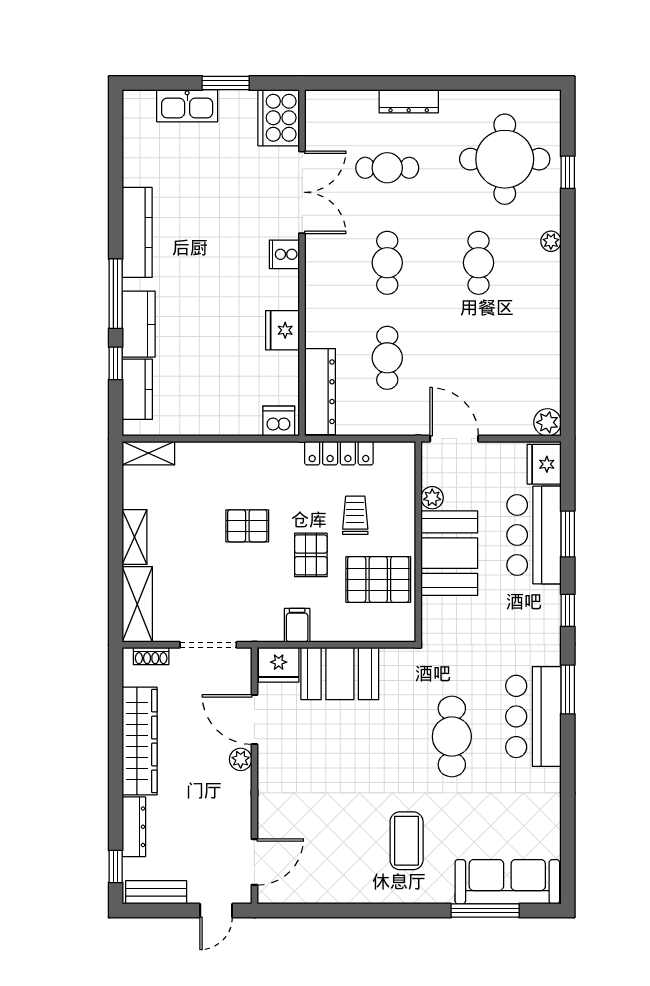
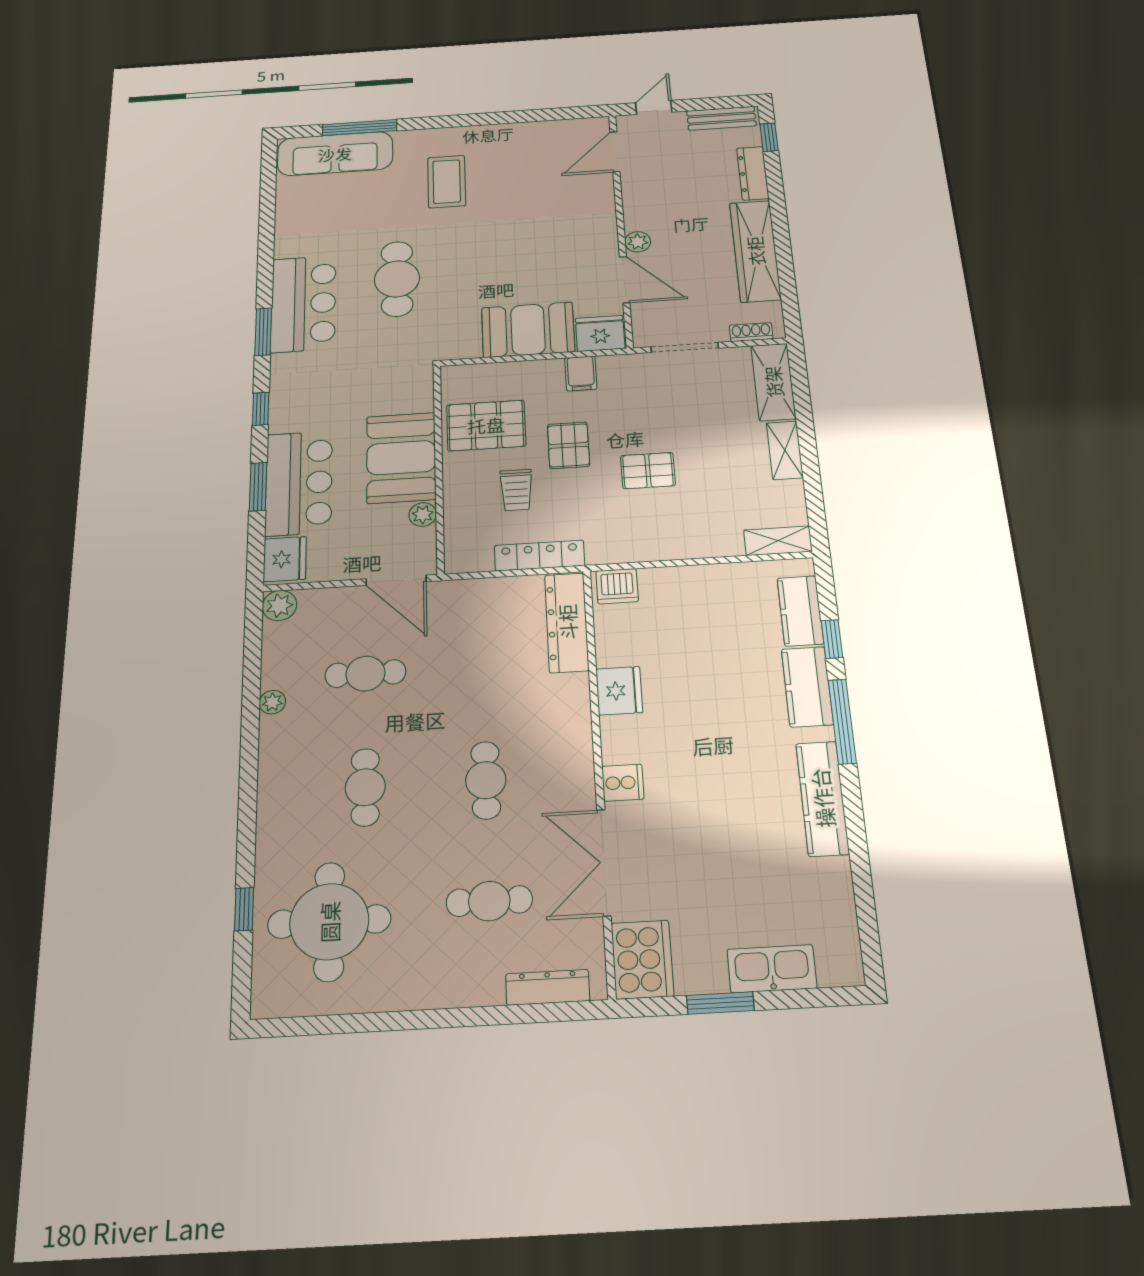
dresser: (409, 101) -> (548, 987), moved
plant: (551, 241) -> (272, 702), moved
cafe table: (387, 358) -> (365, 674), moved, turned 90

